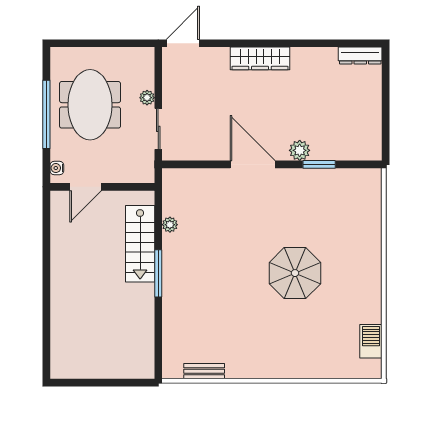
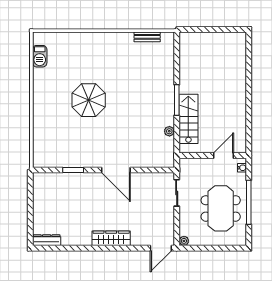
plant: (147, 98) -> (184, 241), moved
plant: (300, 150) -> (86, 179), removed

